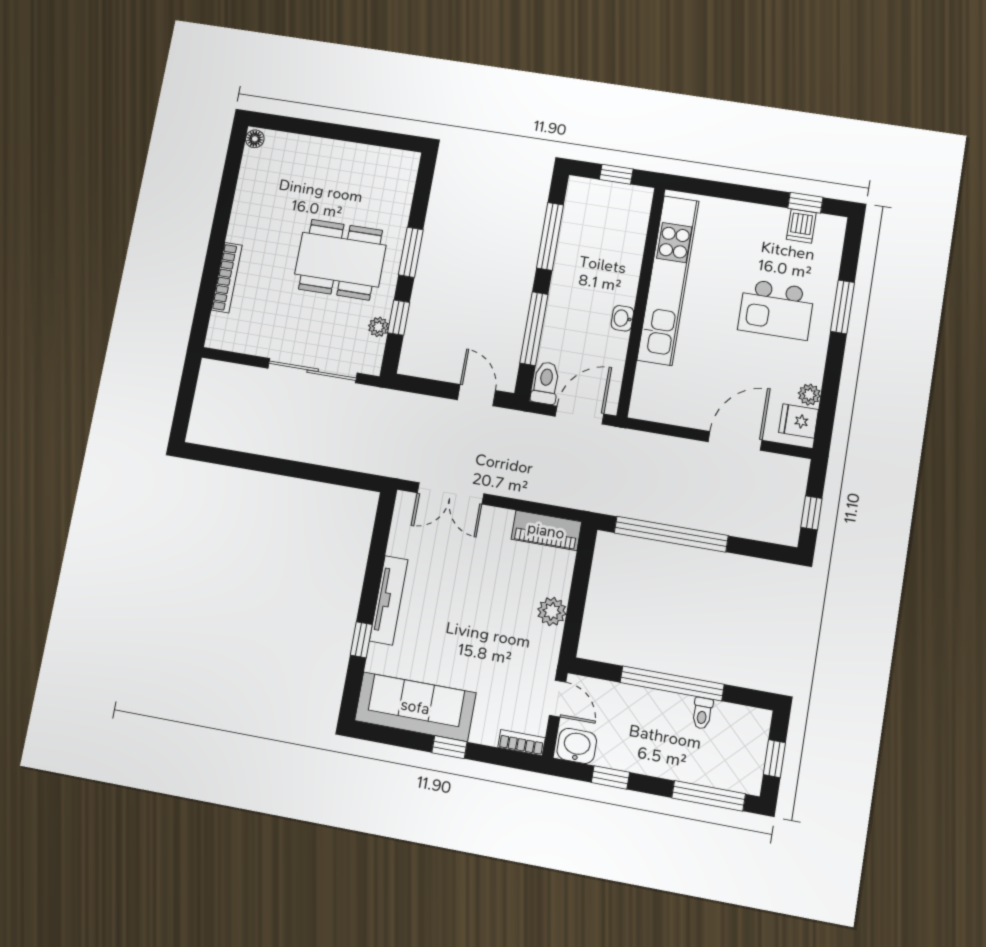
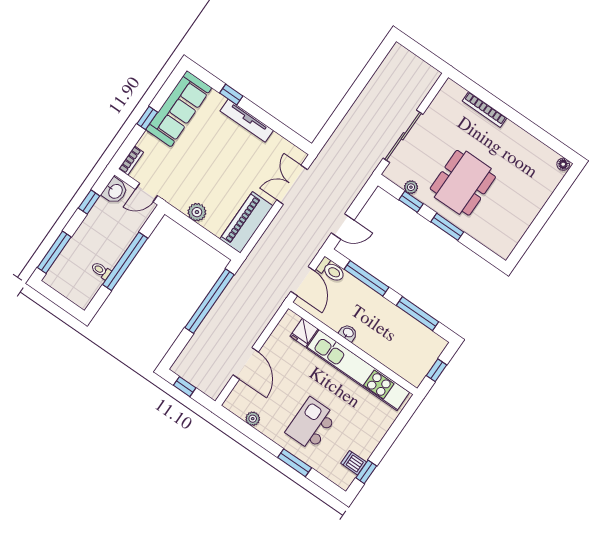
fridge: (799, 421) -> (304, 333), moved, turned 180
piano: (546, 531) -> (247, 222), width x1.37, depth x1.33
window: (774, 759) -> (58, 299), removed

